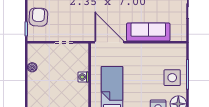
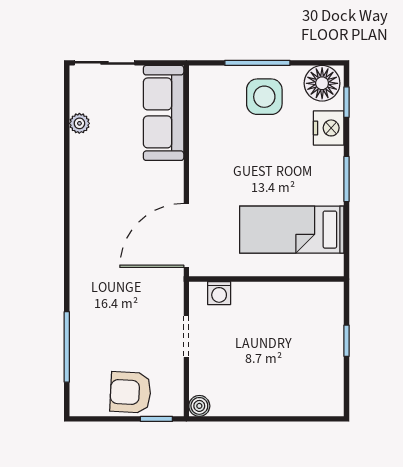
sofa: (148, 32) -> (164, 113), moved
boiler: (32, 67) -> (199, 406), moved
washing machine: (83, 77) -> (219, 293), moved

